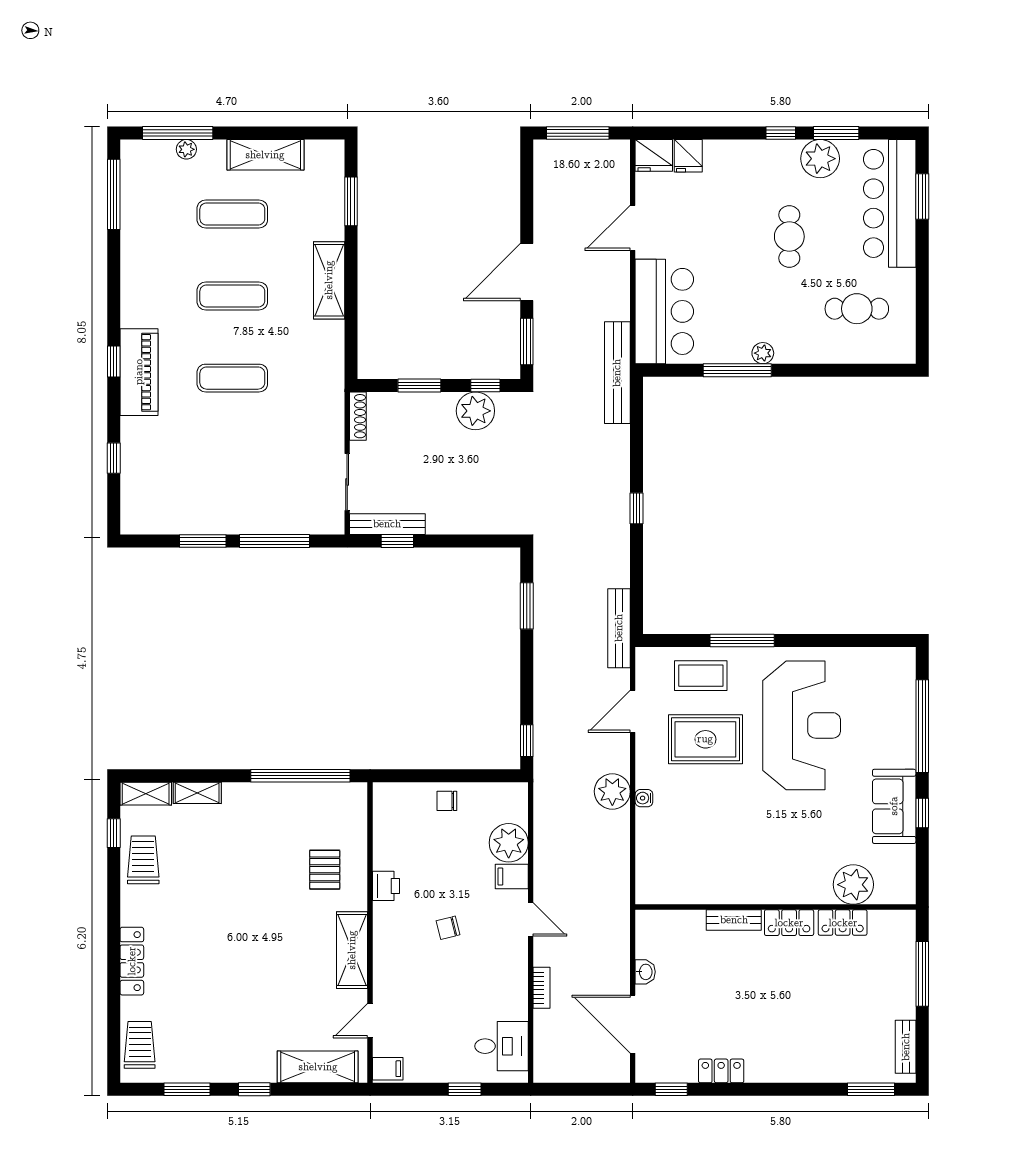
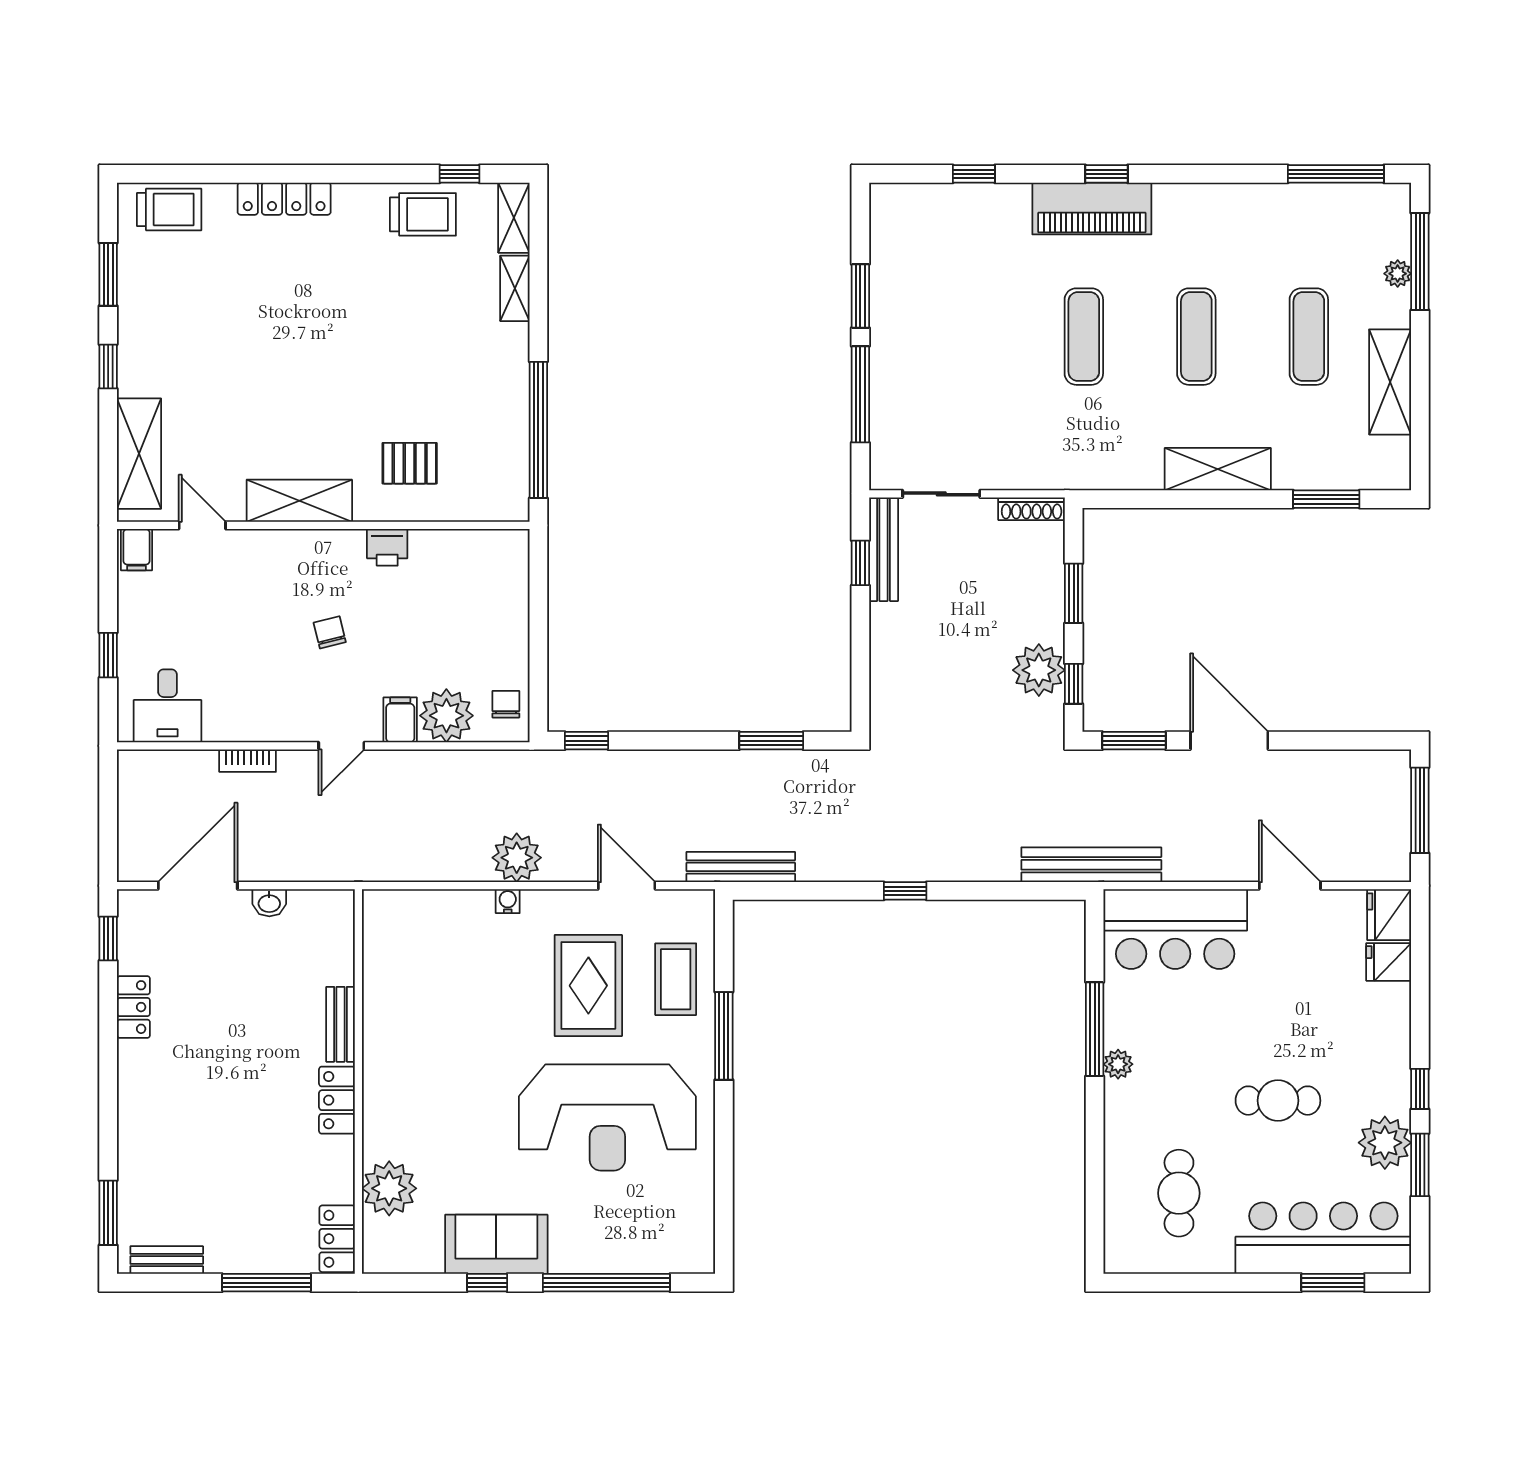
chair: (447, 801) -> (506, 704), moved
locker: (843, 923) -> (337, 1239), moved

